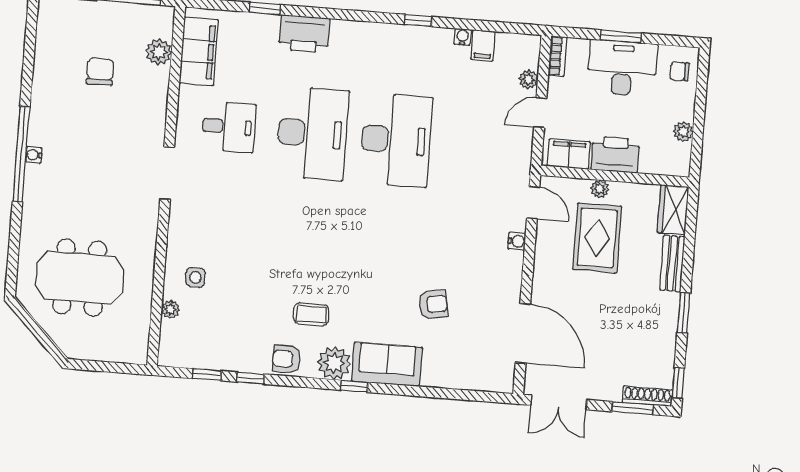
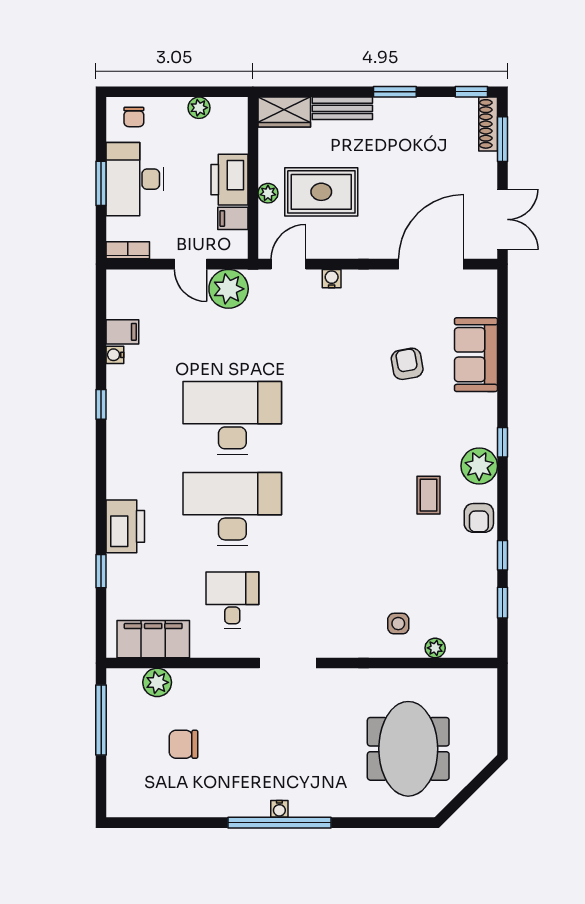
plant: (528, 79) -> (229, 289), moved, width x1.88, depth x1.88
filing cabinet: (569, 154) -> (233, 218), width x0.50
sofa: (387, 364) -> (476, 355), moved

